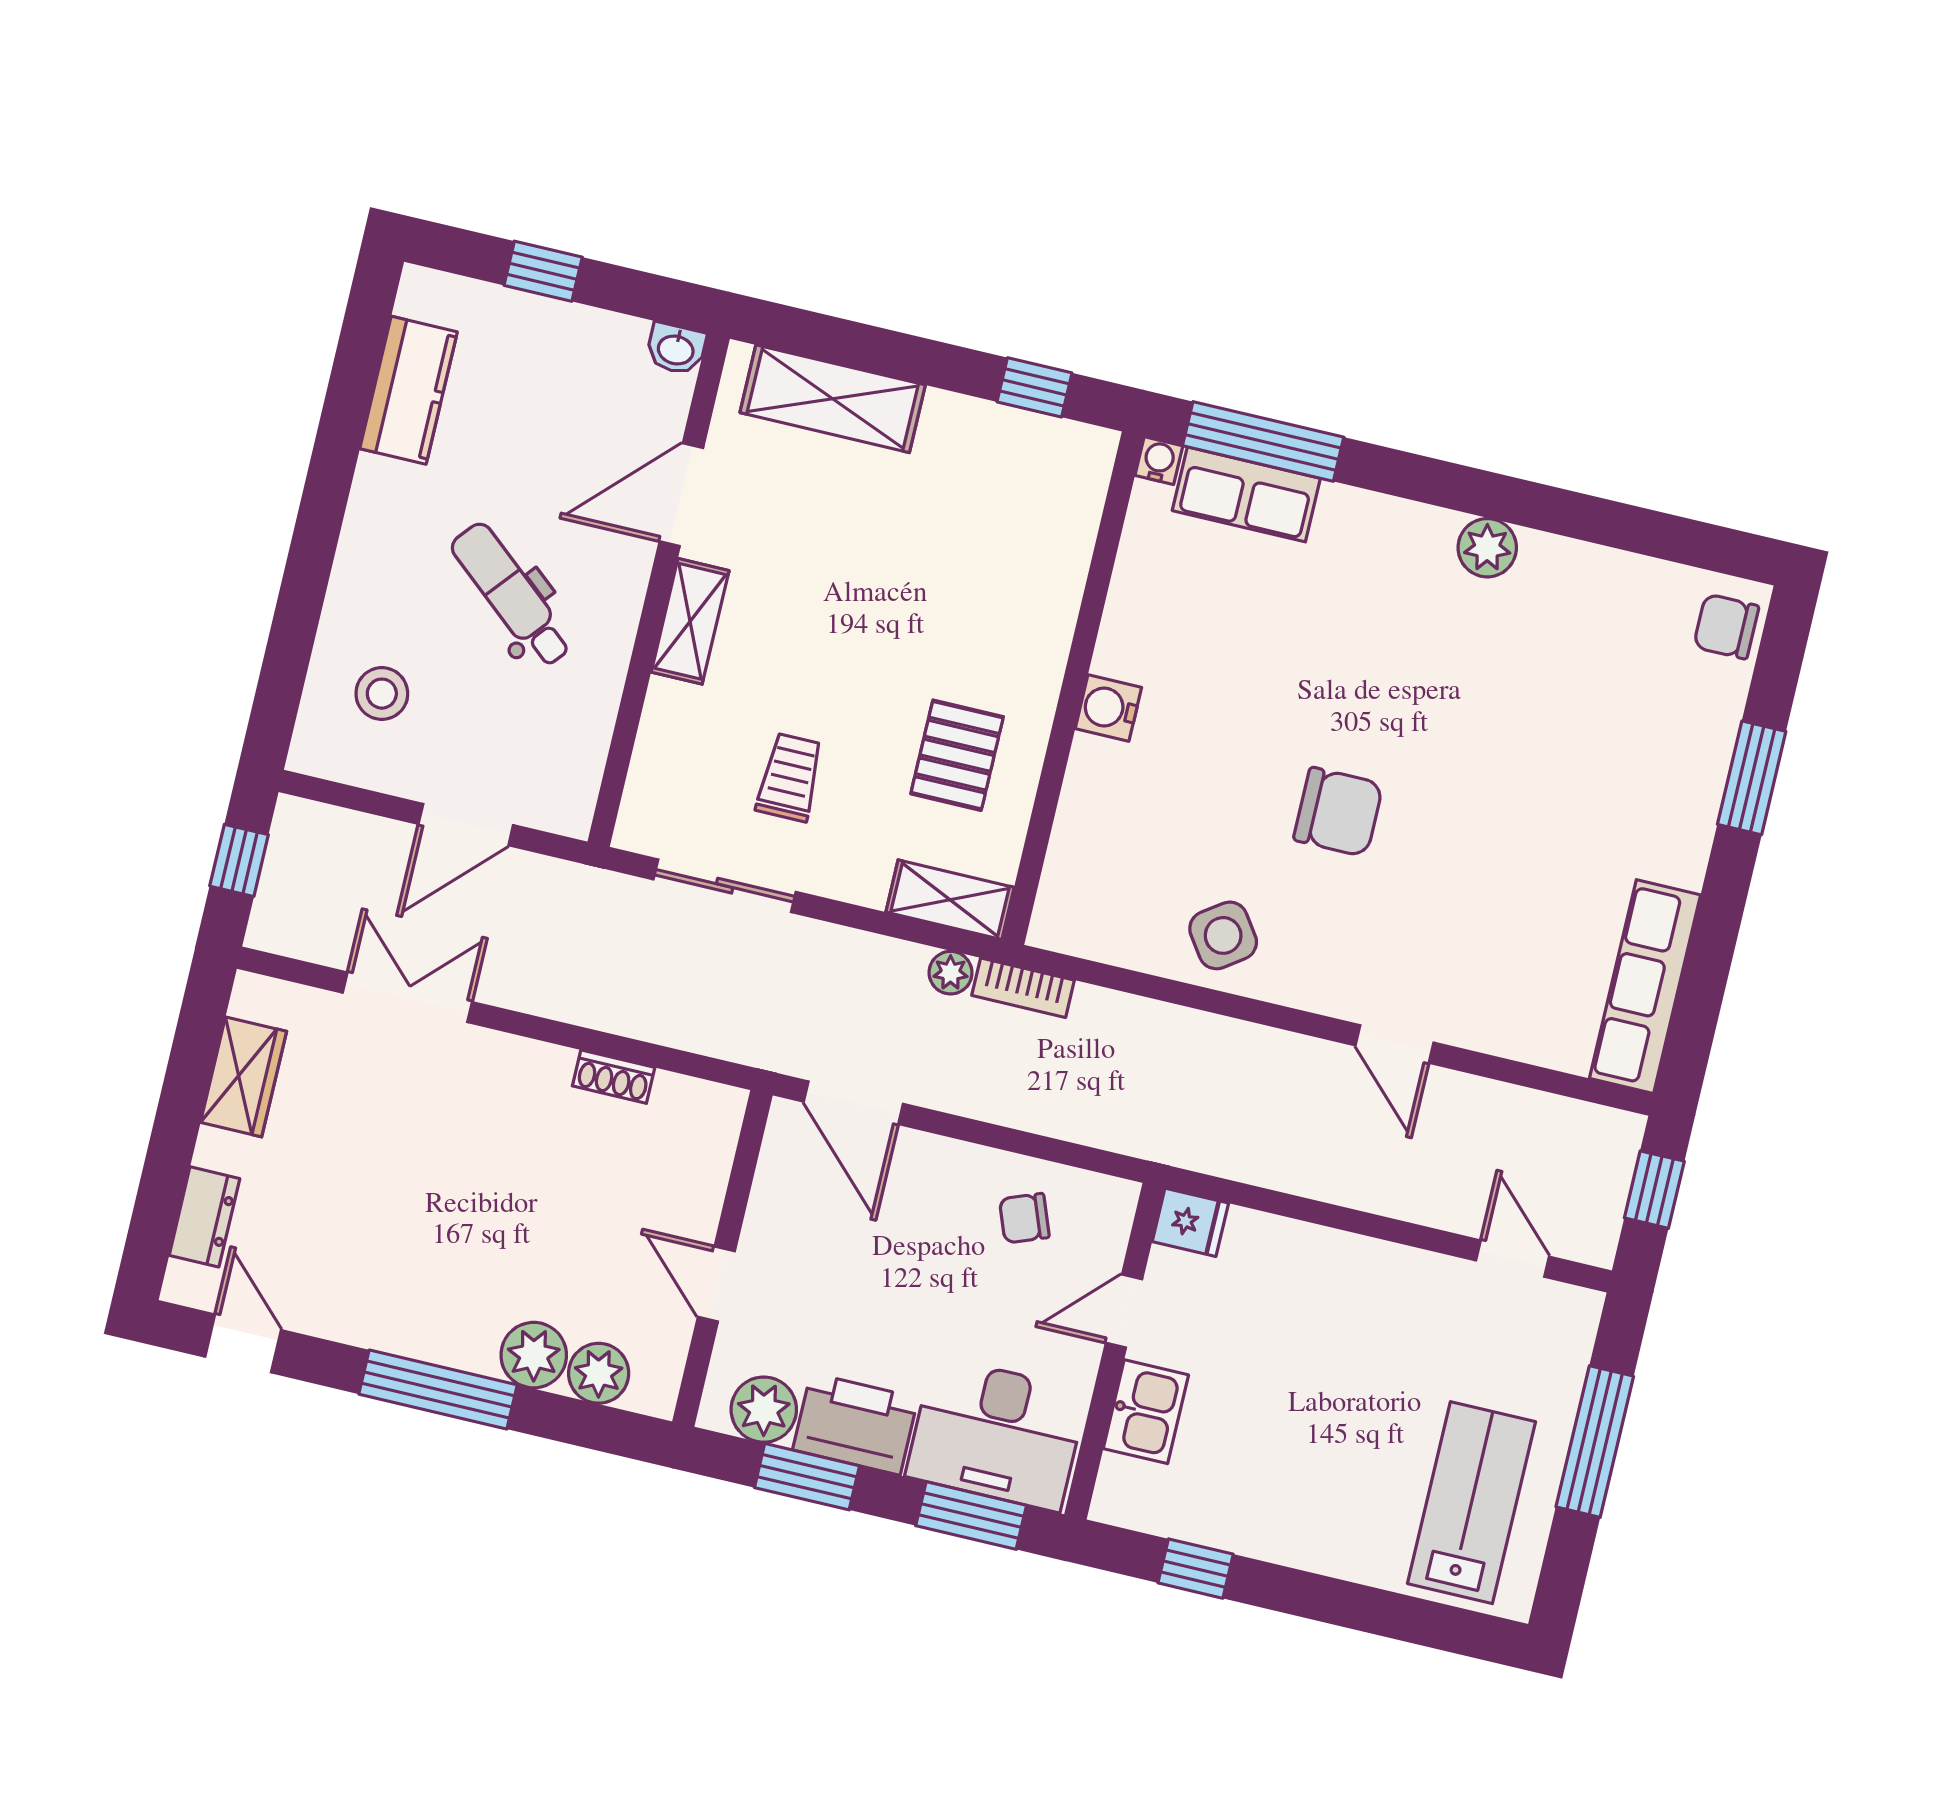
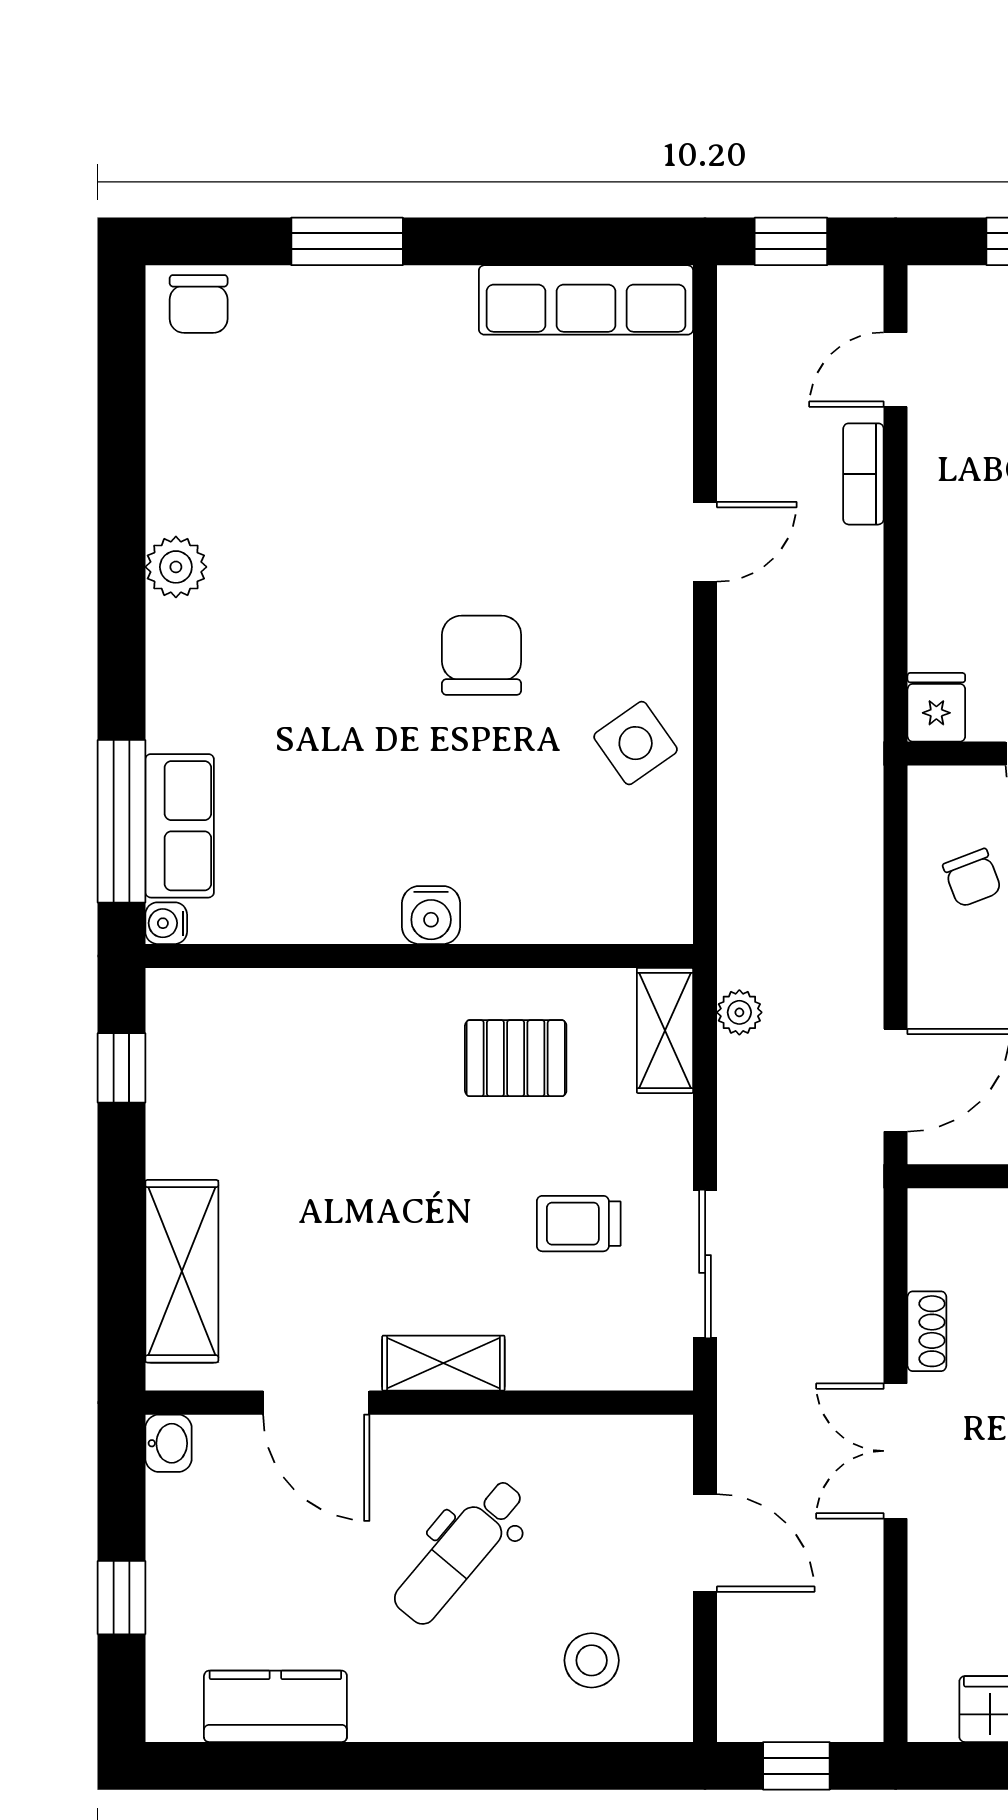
bookcase: (1023, 988) -> (863, 474), moved, turned 180
double door: (407, 997) -> (896, 1451), moved

